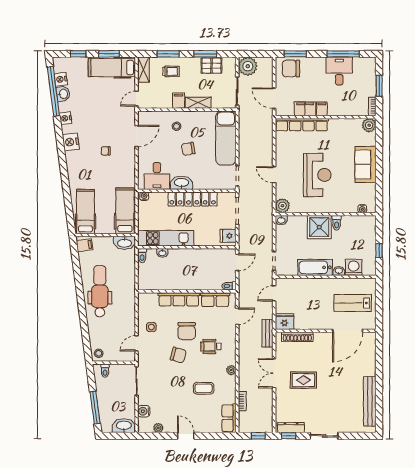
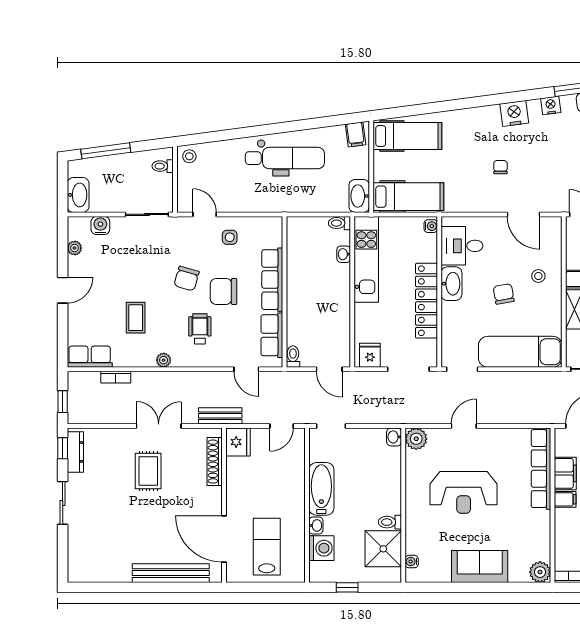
shower: (319, 227) -> (383, 549), moved
door: (274, 293) -> (282, 426), swing flipped
bench: (370, 401) -> (171, 573), moved

